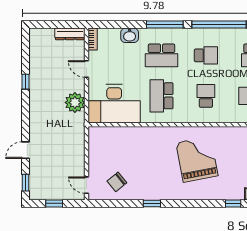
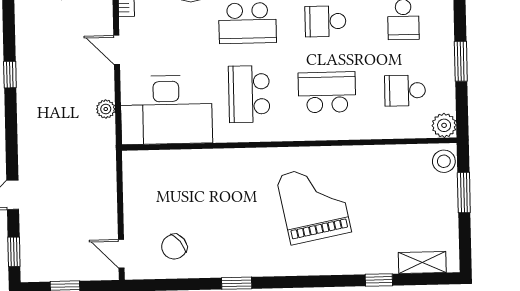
school desk: (206, 55) -> (325, 21), turned 180
school desk: (206, 96) -> (327, 92), width x1.85
plant: (75, 103) -> (106, 109), width x0.53, depth x0.53

